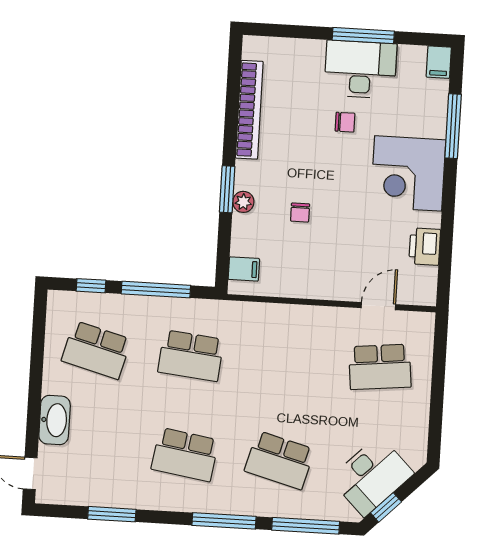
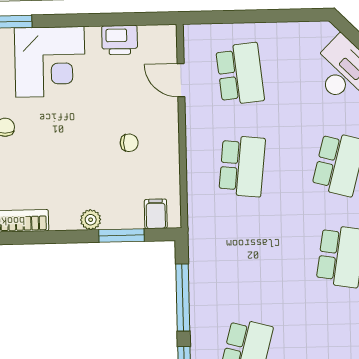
window: (227, 189) -> (122, 235), moved
chair: (300, 213) -> (129, 143), moved
school desk: (191, 356) -> (242, 166), moved

